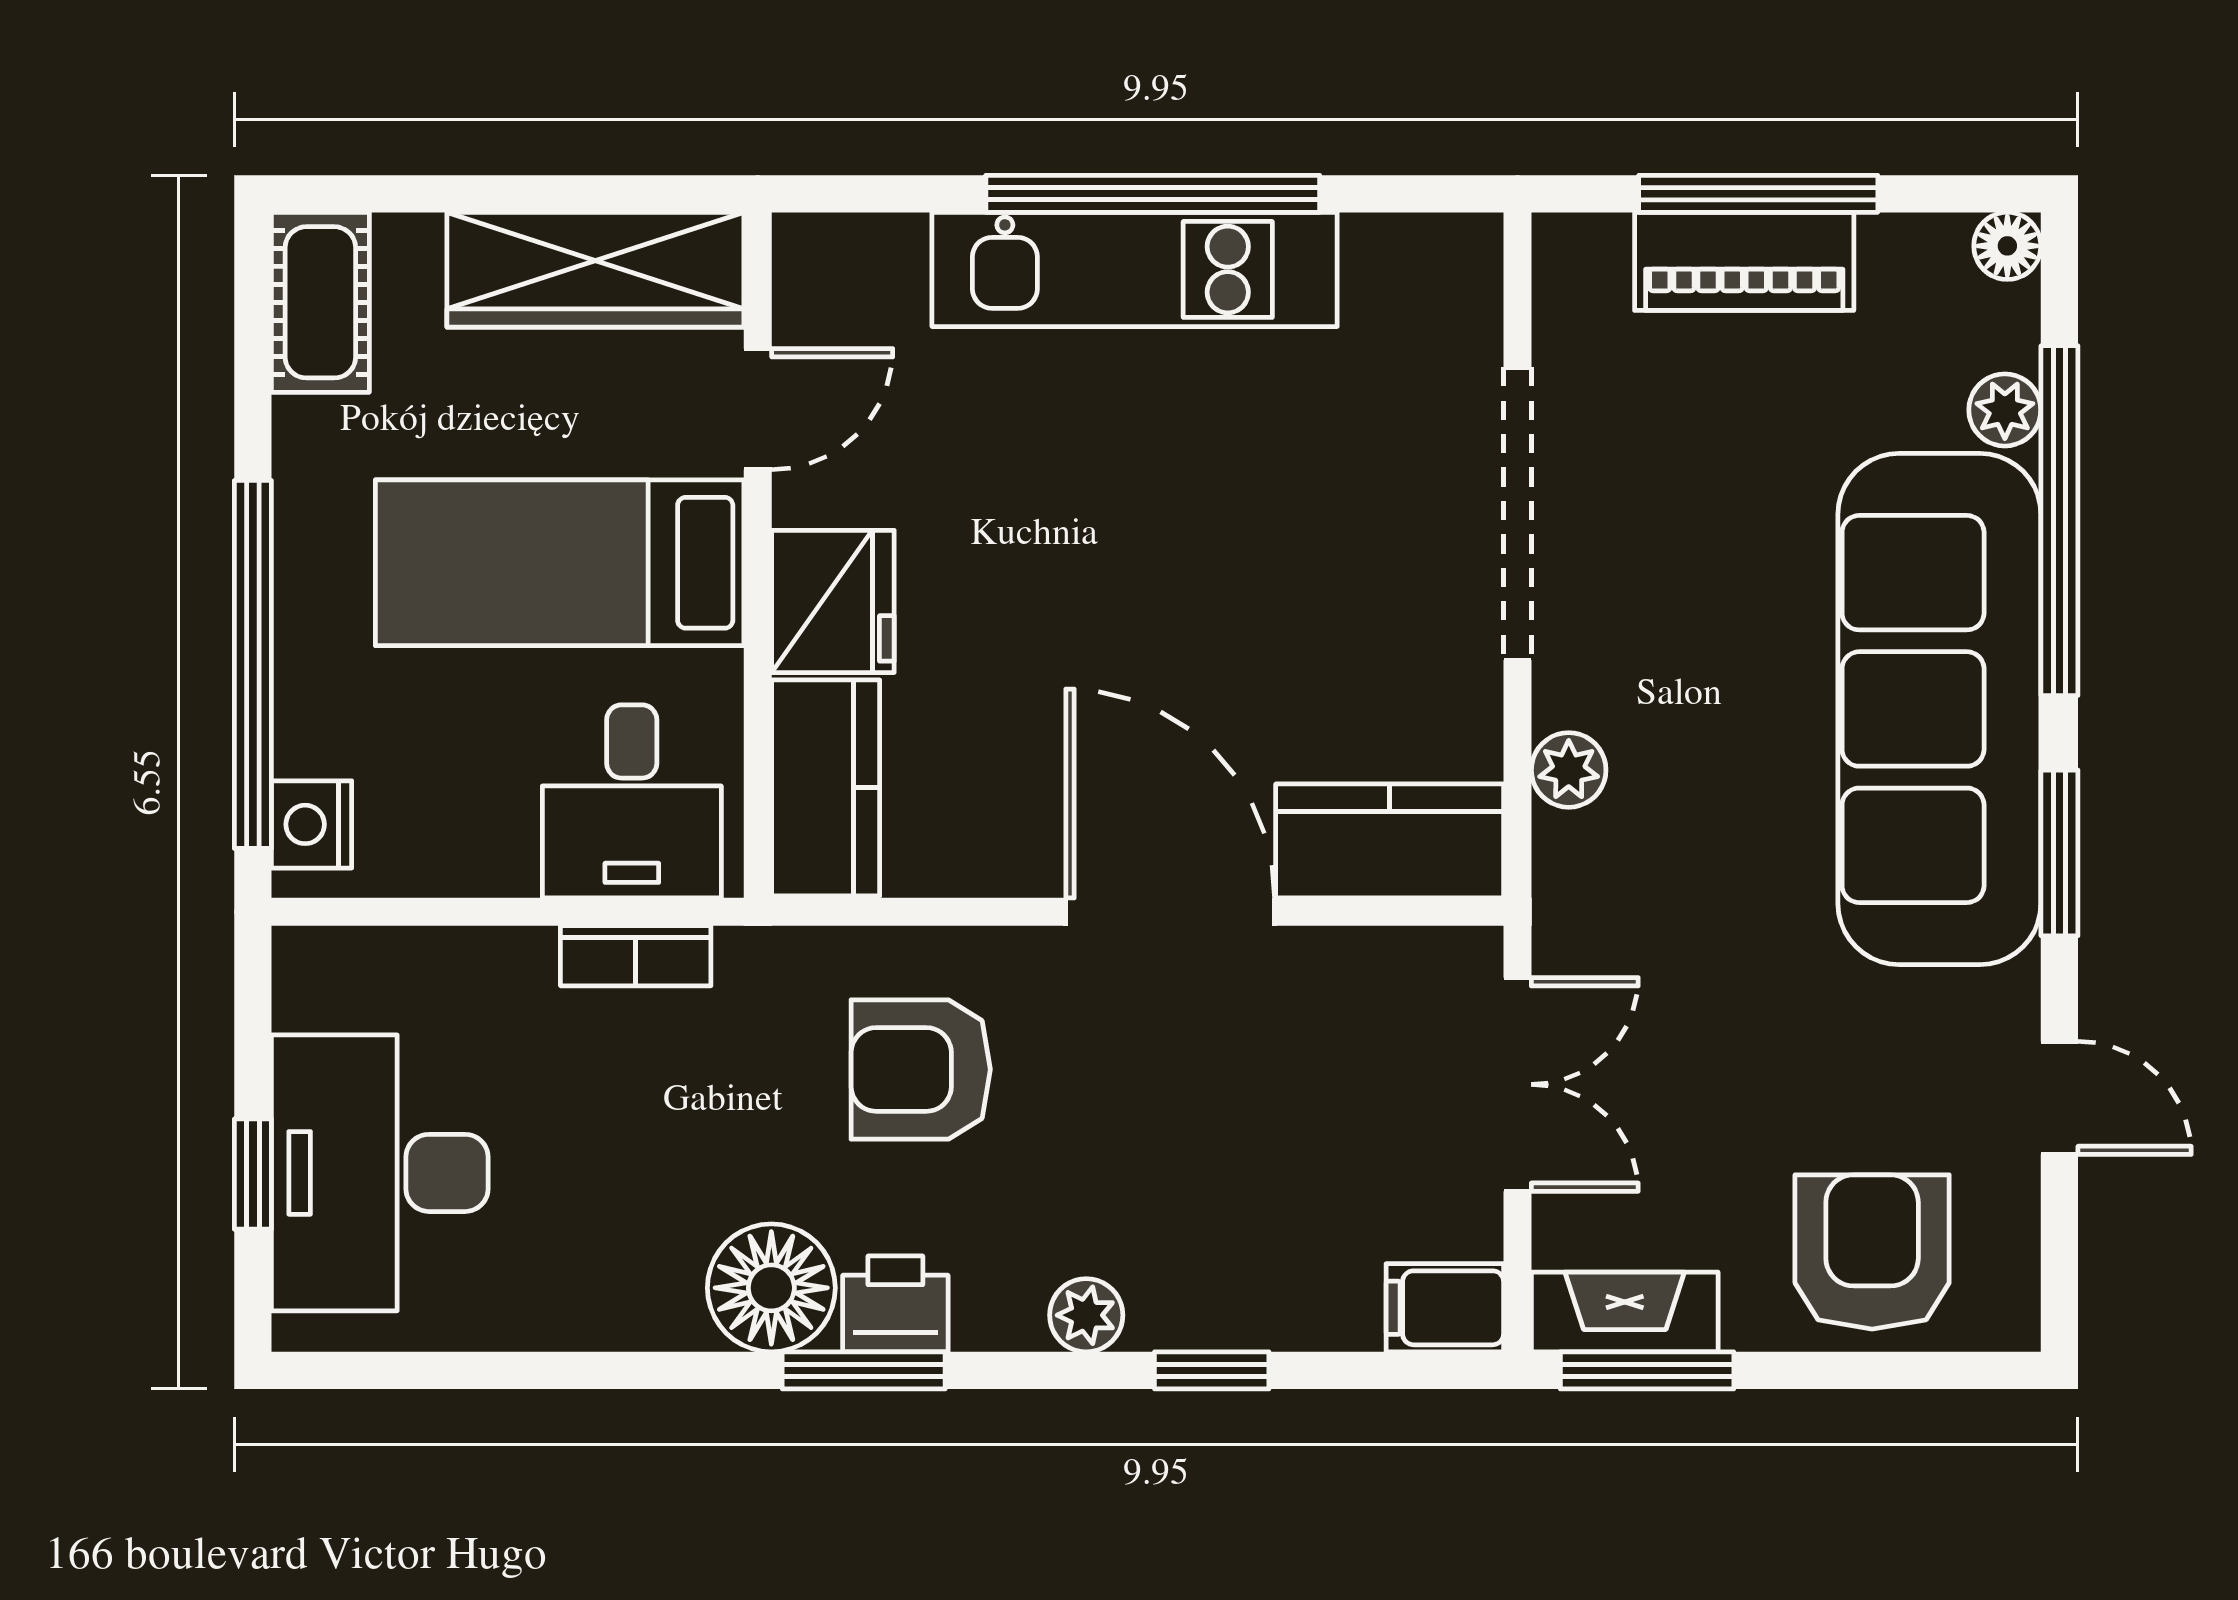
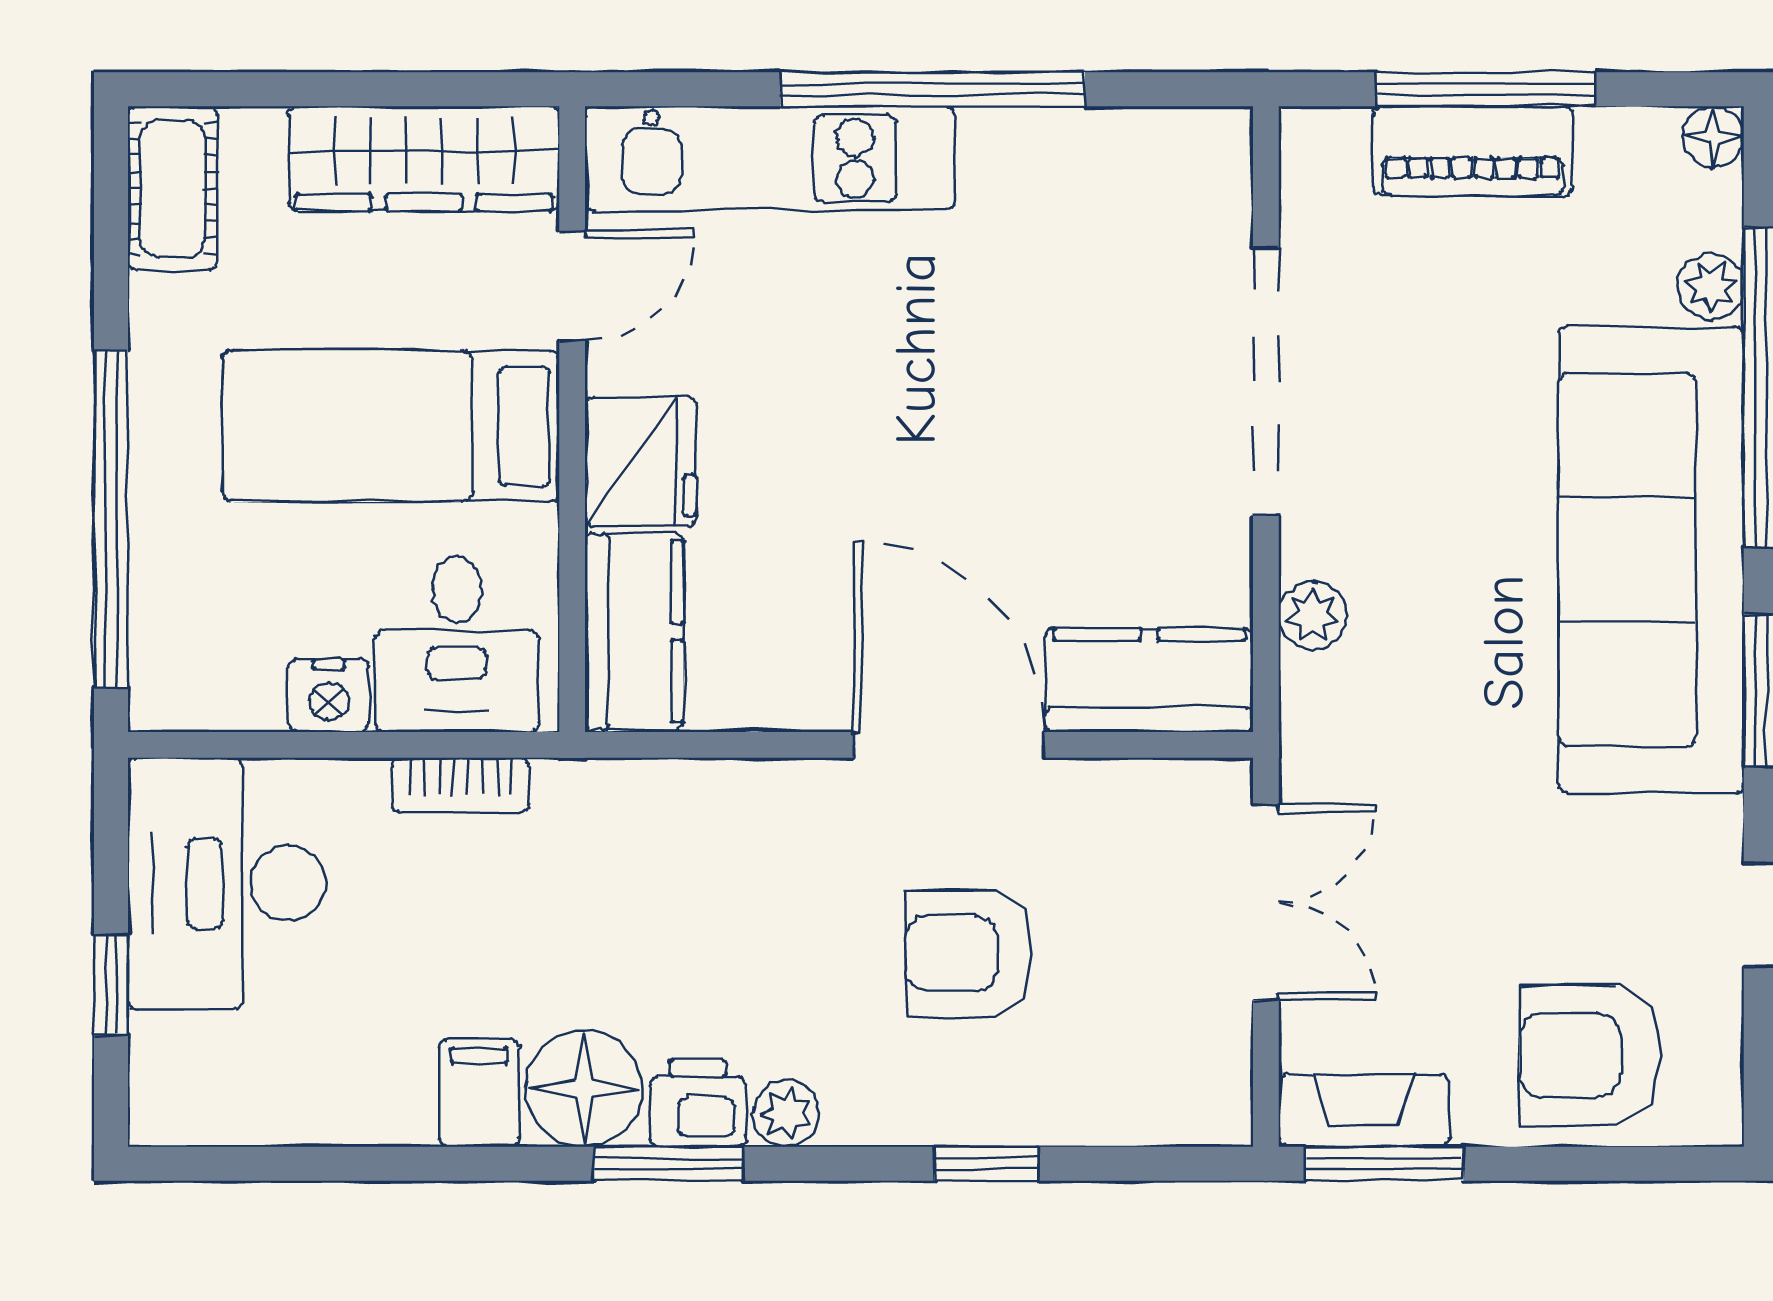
kitchen unit: (1135, 269) -> (770, 158), moved
nightstand: (312, 824) -> (329, 696), moved, turned -90
armchair: (921, 1069) -> (969, 954), moved
desk: (380, 1173) -> (227, 884), moved
armchair: (1872, 1252) -> (1590, 1056), turned -90
filing cabinet: (1445, 1308) -> (479, 1093), moved, turned 90
plant: (1086, 1315) -> (786, 1113), moved

